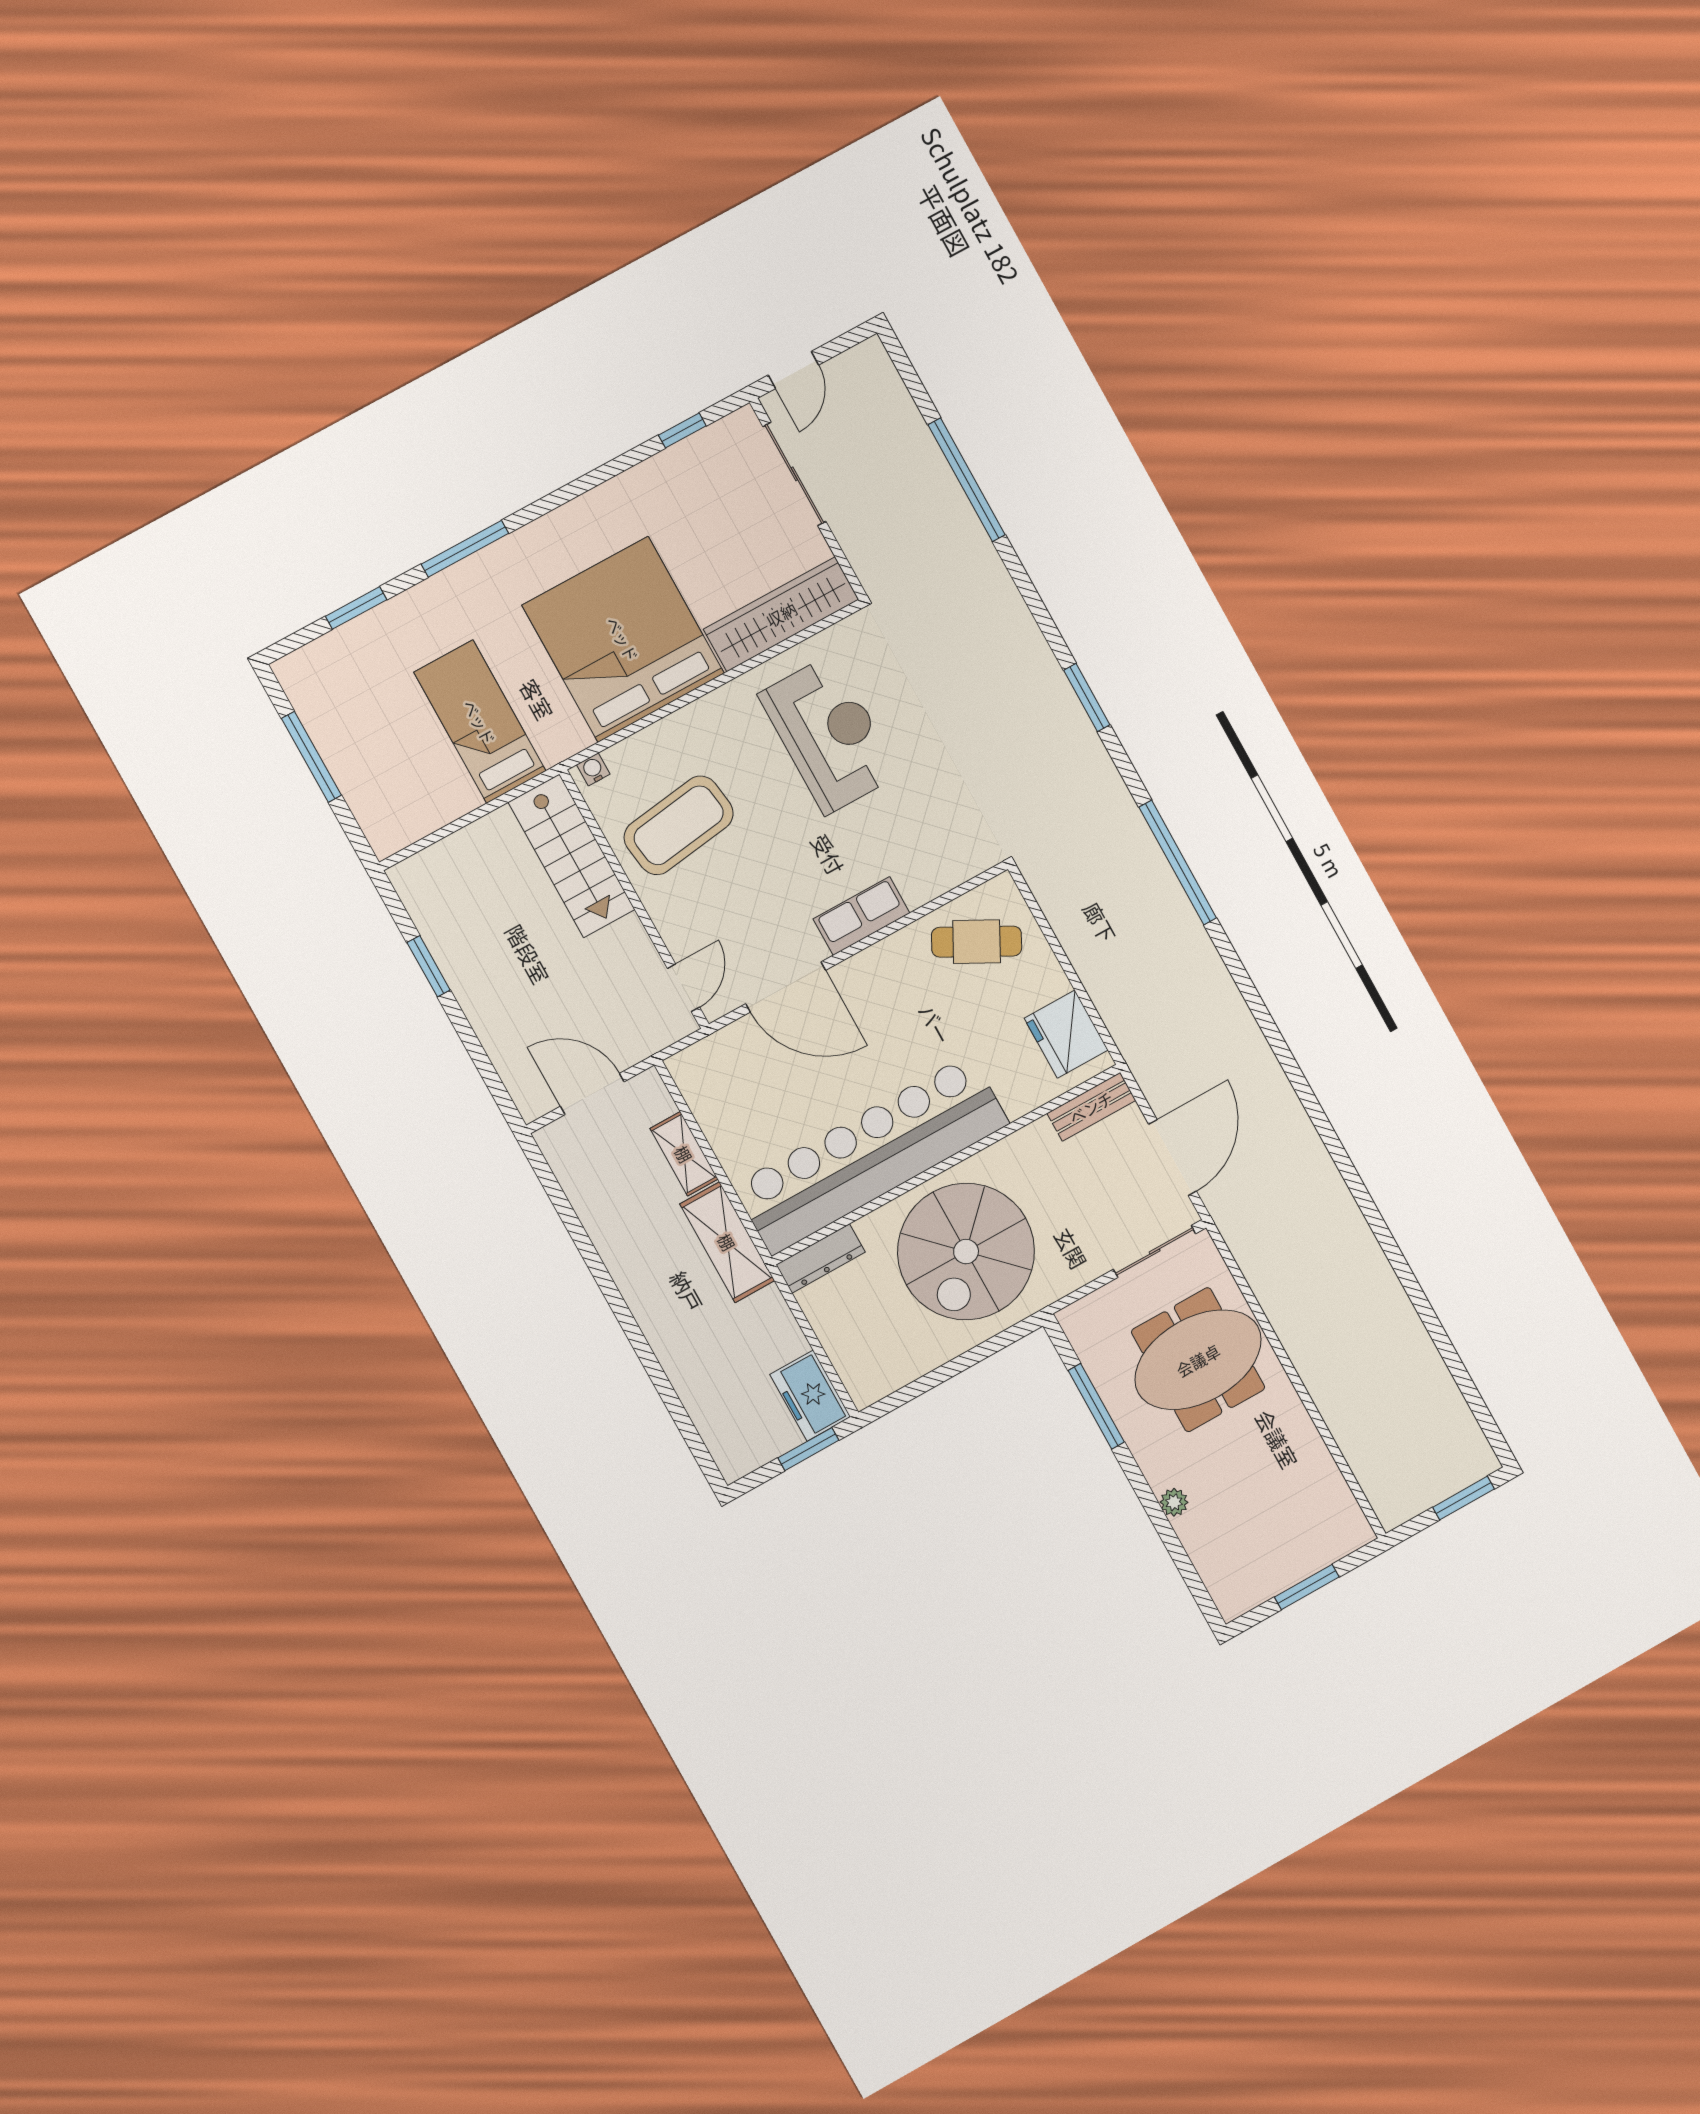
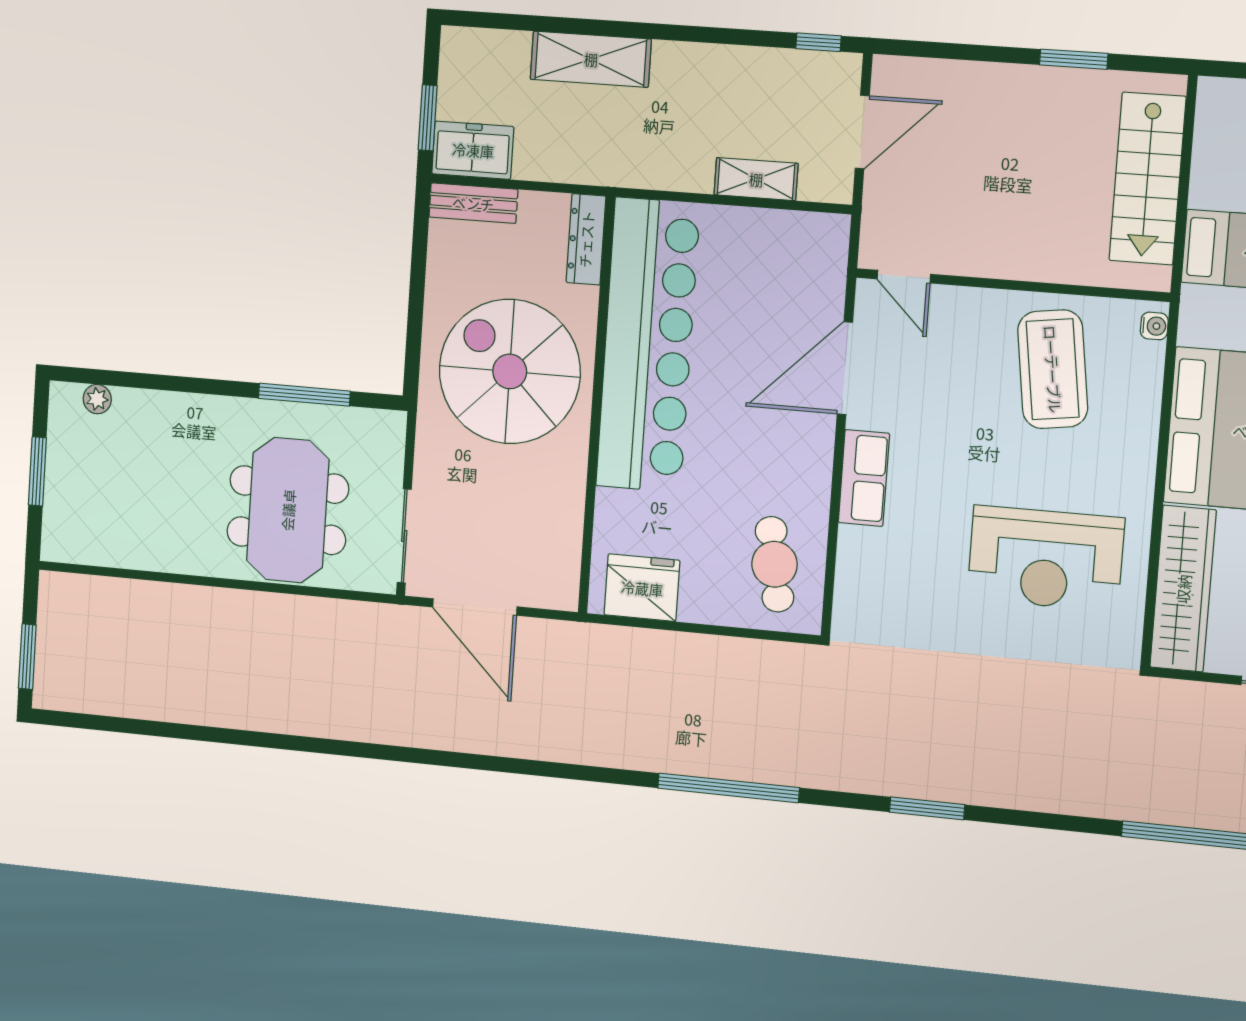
stairs: (571, 856) -> (1148, 179), moved, turned -90
cafe table: (977, 942) -> (775, 564), turned -38
bench: (1091, 1107) -> (473, 203), moved, turned 90
window: (545, 1174) -> (818, 42), added
shelving: (727, 1242) -> (591, 59), moved
plant: (1174, 1502) -> (97, 399), moved

